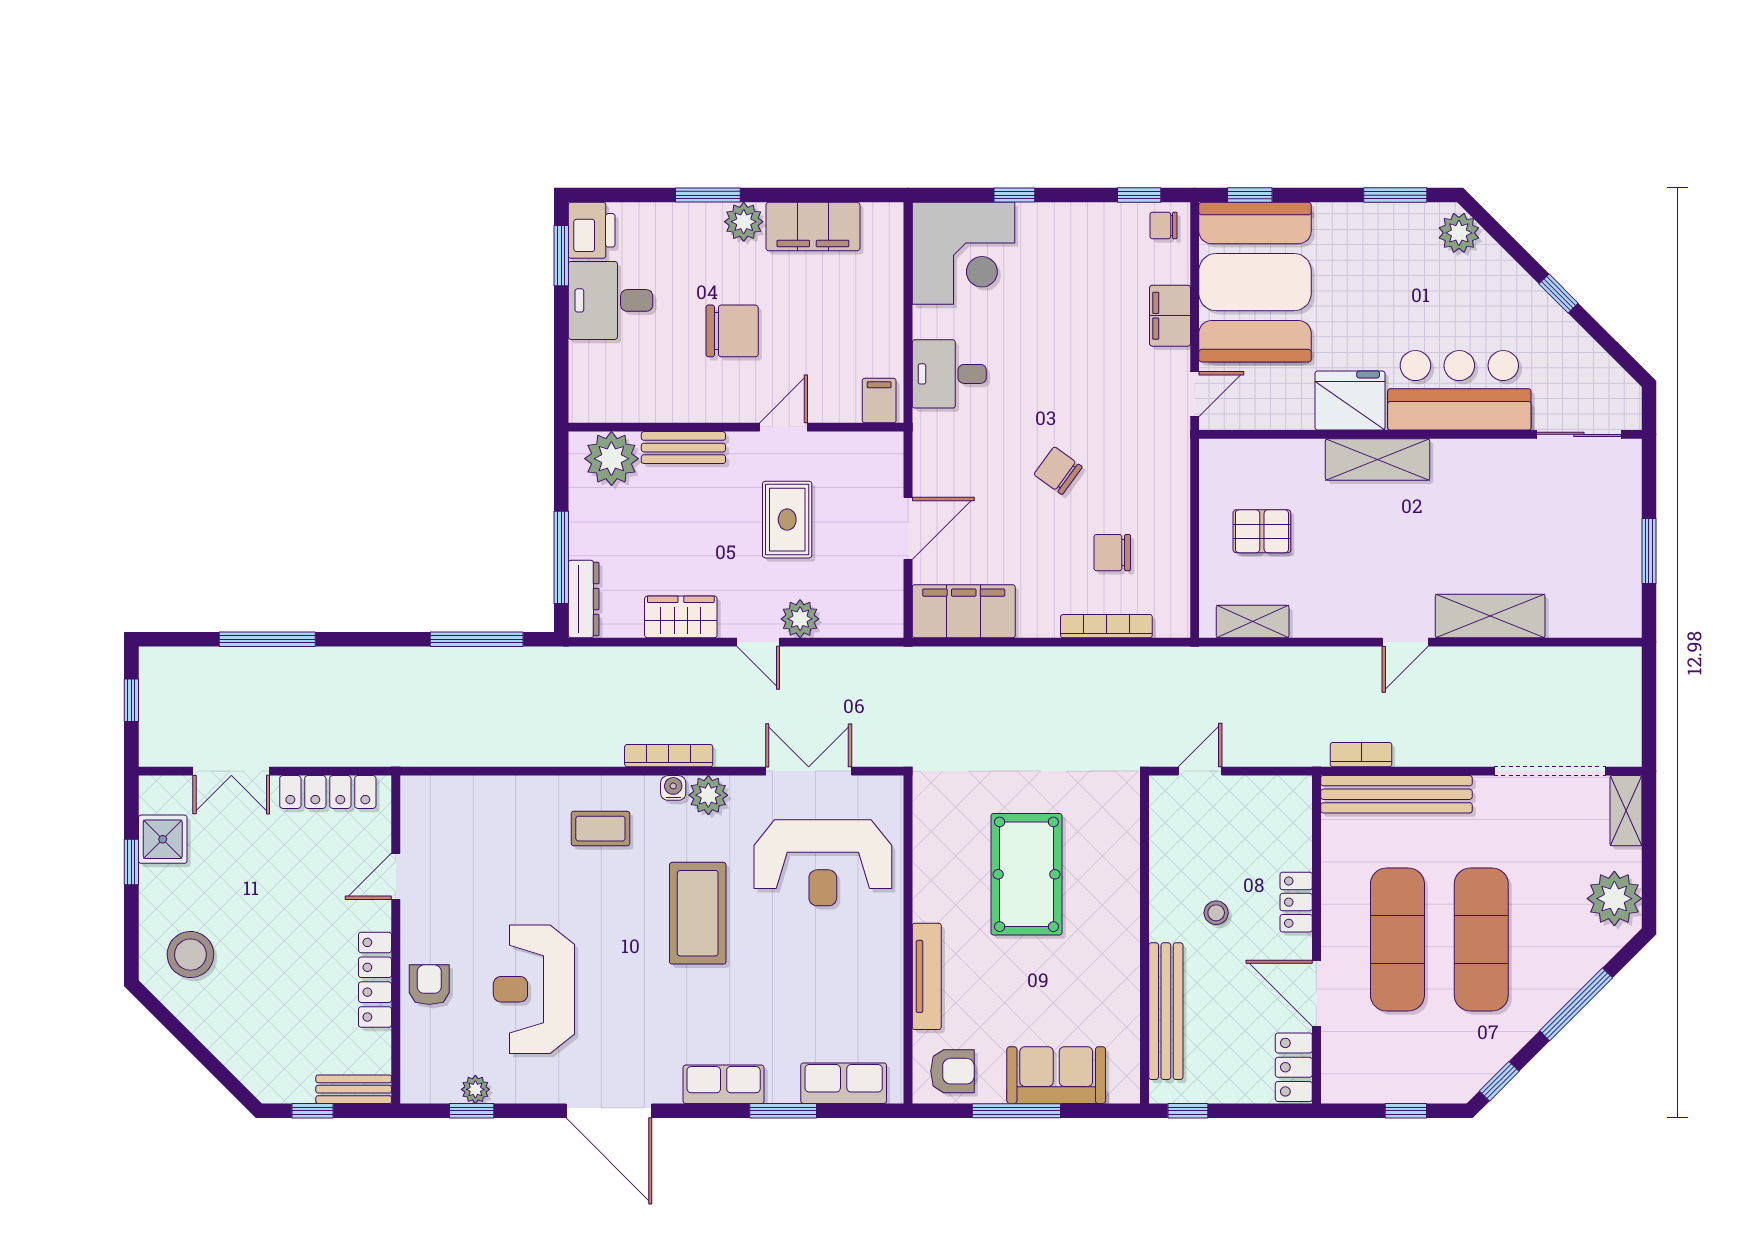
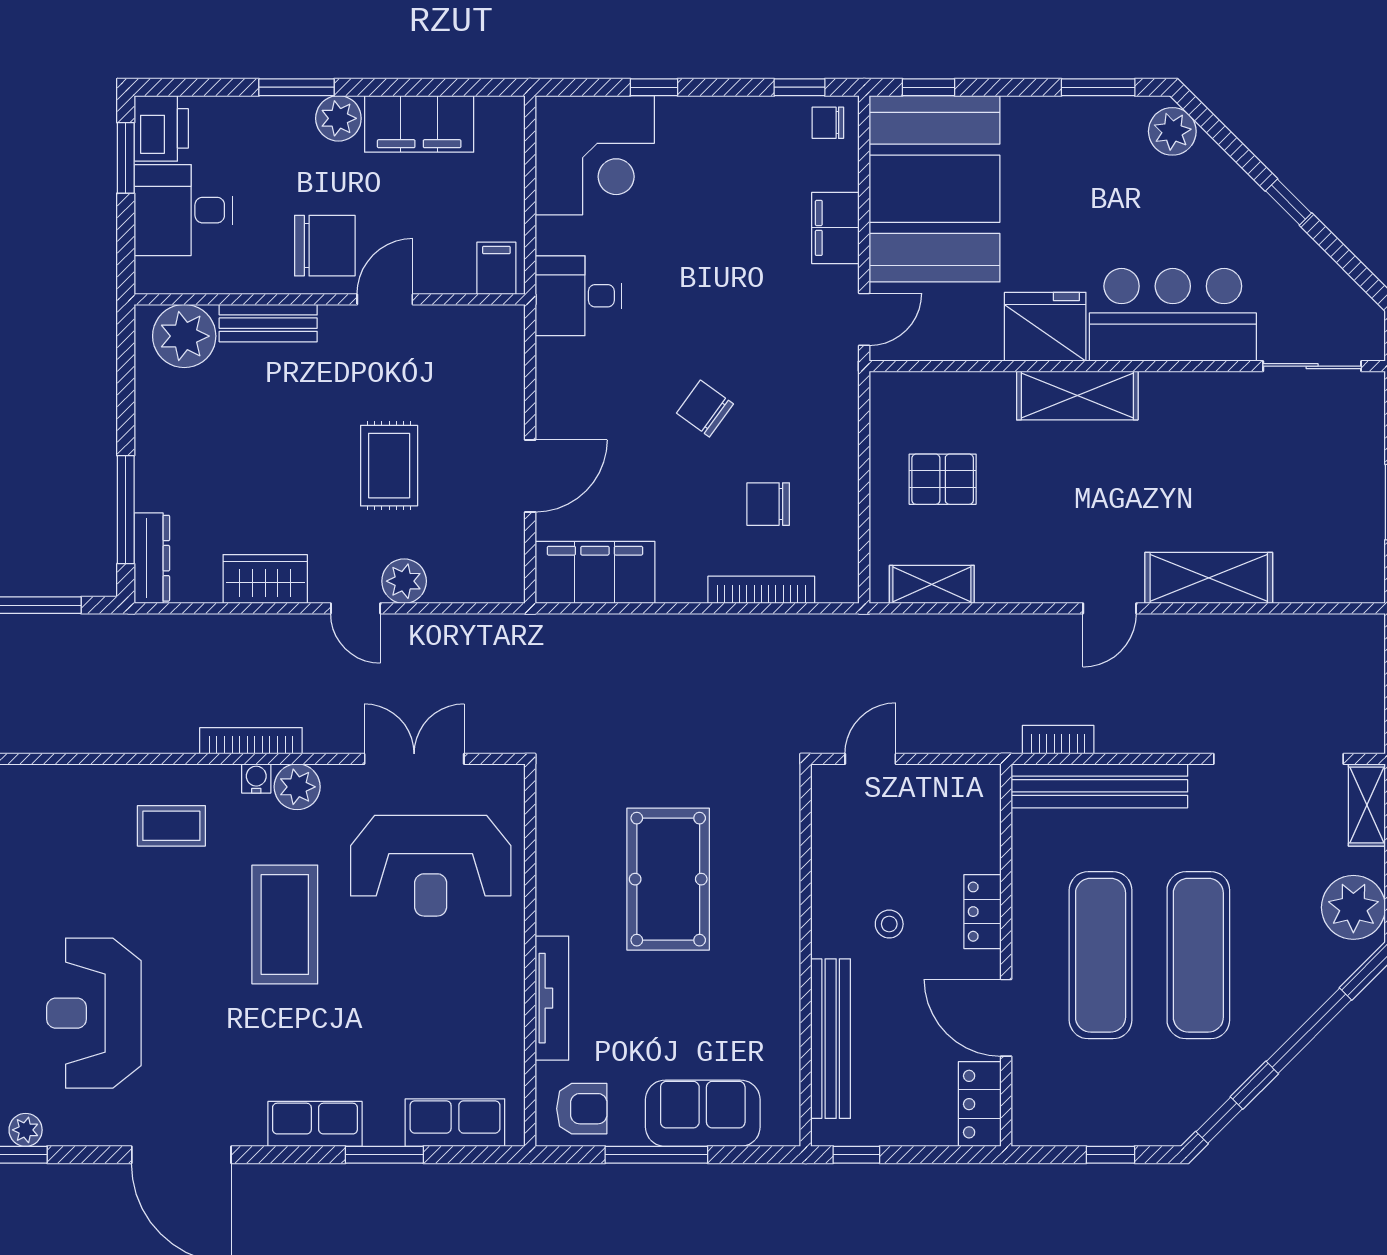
filing cabinet: (879, 401) -> (496, 268), moved
wall: (736, 427) -> (330, 299), moved
door: (784, 427) -> (385, 299), moved
bench: (683, 448) -> (268, 323), moved
plant: (611, 459) -> (184, 336), moved

